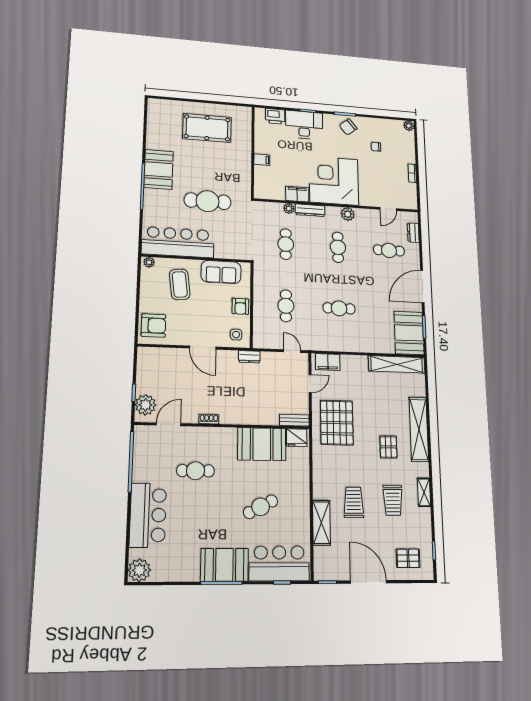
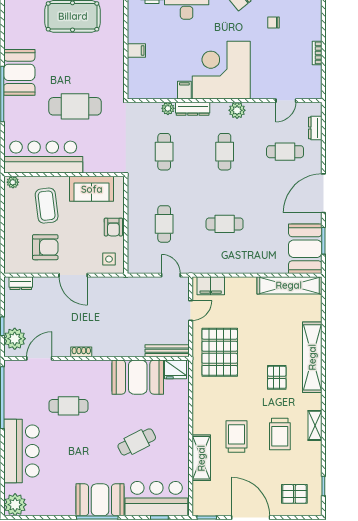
filing cabinet: (297, 194) -> (184, 90), width x0.50
armchair: (154, 326) -> (45, 247), moved
dresser: (249, 357) -> (21, 283), moved
bench: (294, 420) -> (167, 351), width x1.36

